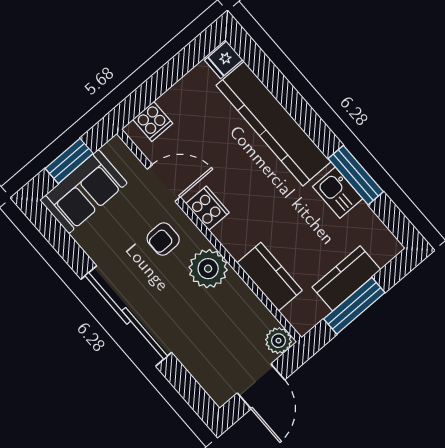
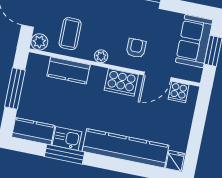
cooker: (153, 121) -> (179, 92), moved, turned -90
cooker: (207, 208) -> (121, 82), width x1.37, depth x1.31
plant: (208, 269) -> (101, 56), width x0.53, depth x0.53
kitchen counter: (346, 278) -> (33, 131), moved, turned -90
coffee table: (232, 321) -> (70, 34), added

